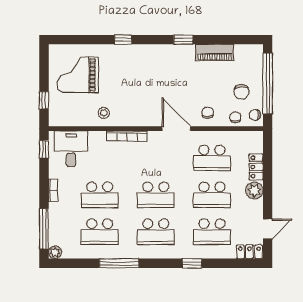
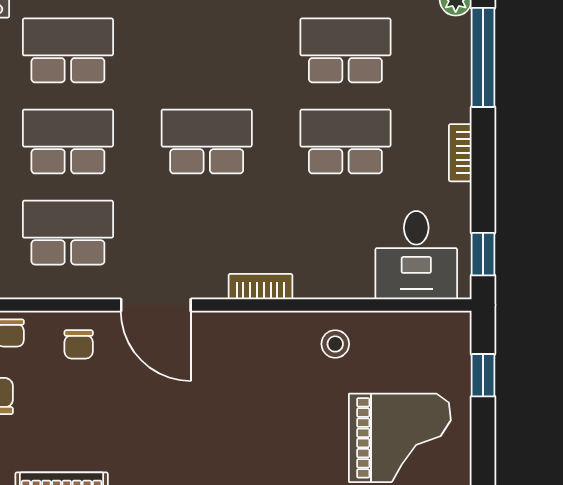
bookcase: (127, 136) -> (260, 287), width x0.64
school desk: (156, 232) -> (207, 50), removed

